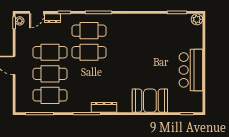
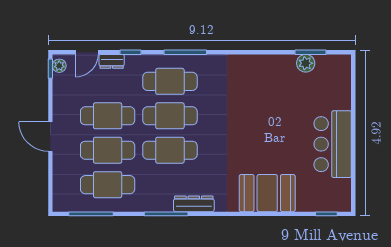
plant: (197, 19) -> (306, 63), moved
cafe table: (89, 74) -> (170, 150), added

